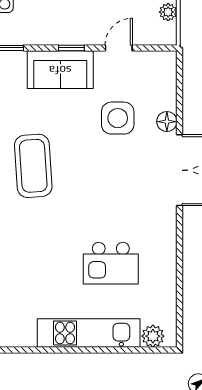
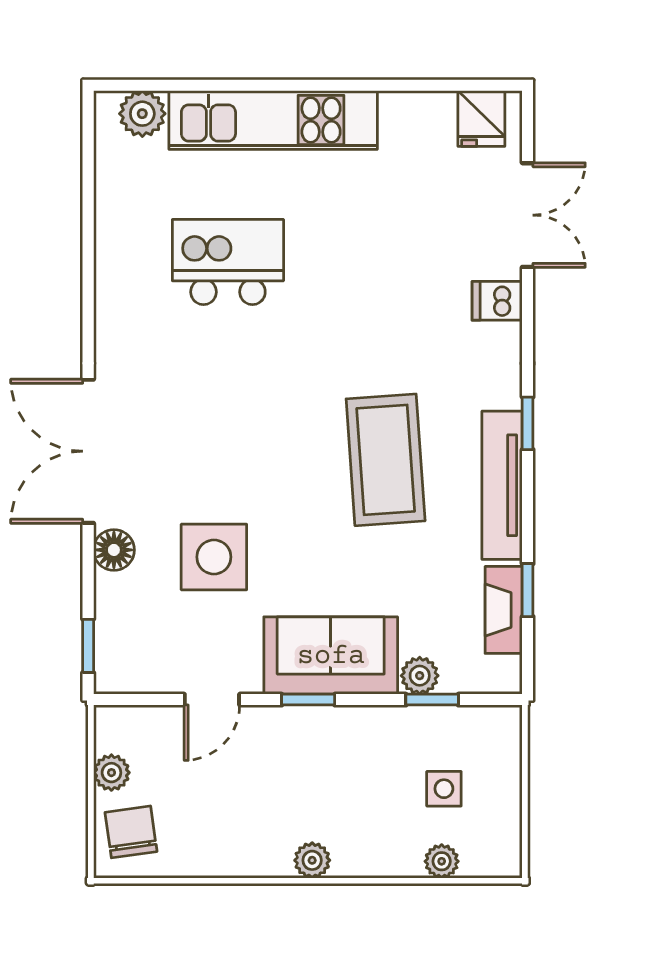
plant: (16, 60) -> (420, 676), added
window: (180, 74) -> (88, 646), added

